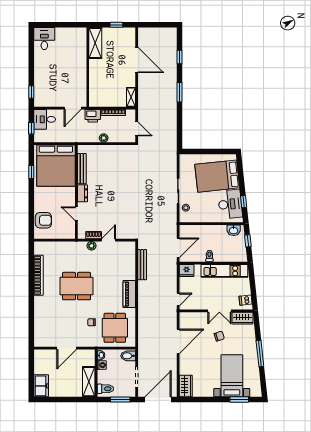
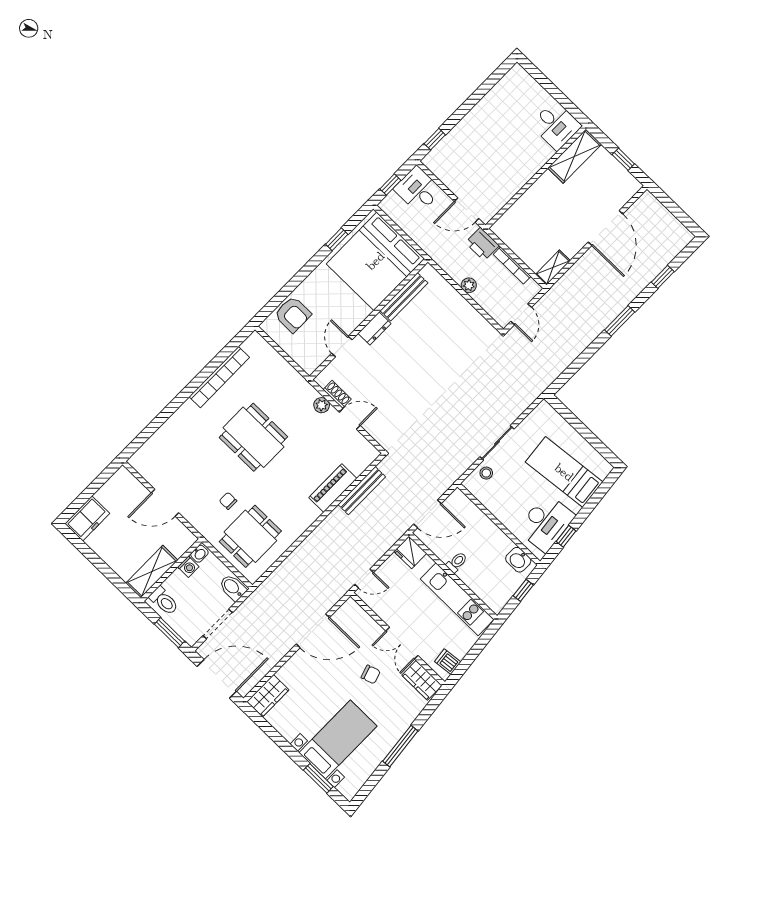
desk: (44, 39) -> (556, 125), moved, turned 90
bed: (217, 176) -> (564, 472), width x0.67
piano: (129, 294) -> (333, 488), moved

